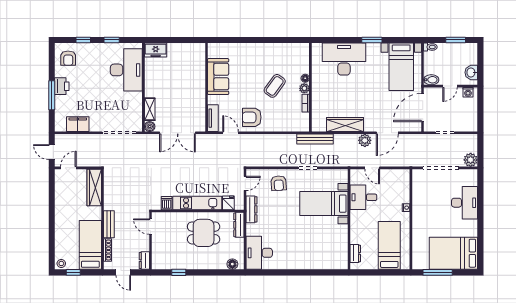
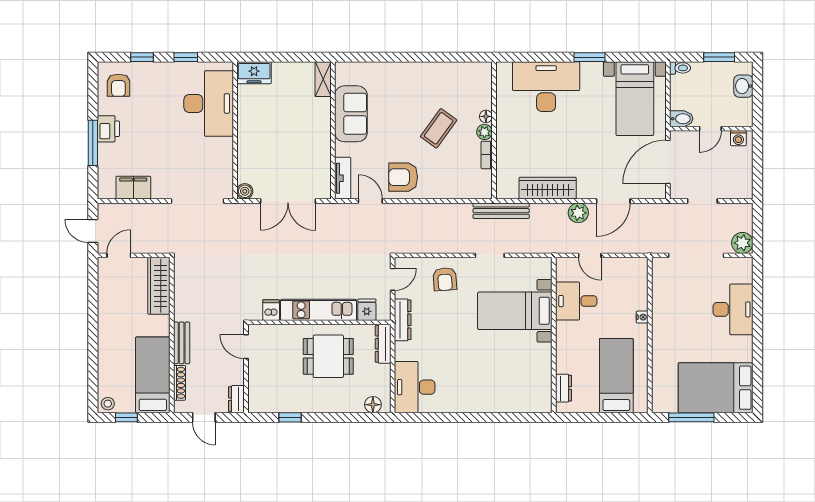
washbasin: (471, 72) -> (743, 86), moved
shelving: (150, 109) -> (323, 79), moved

